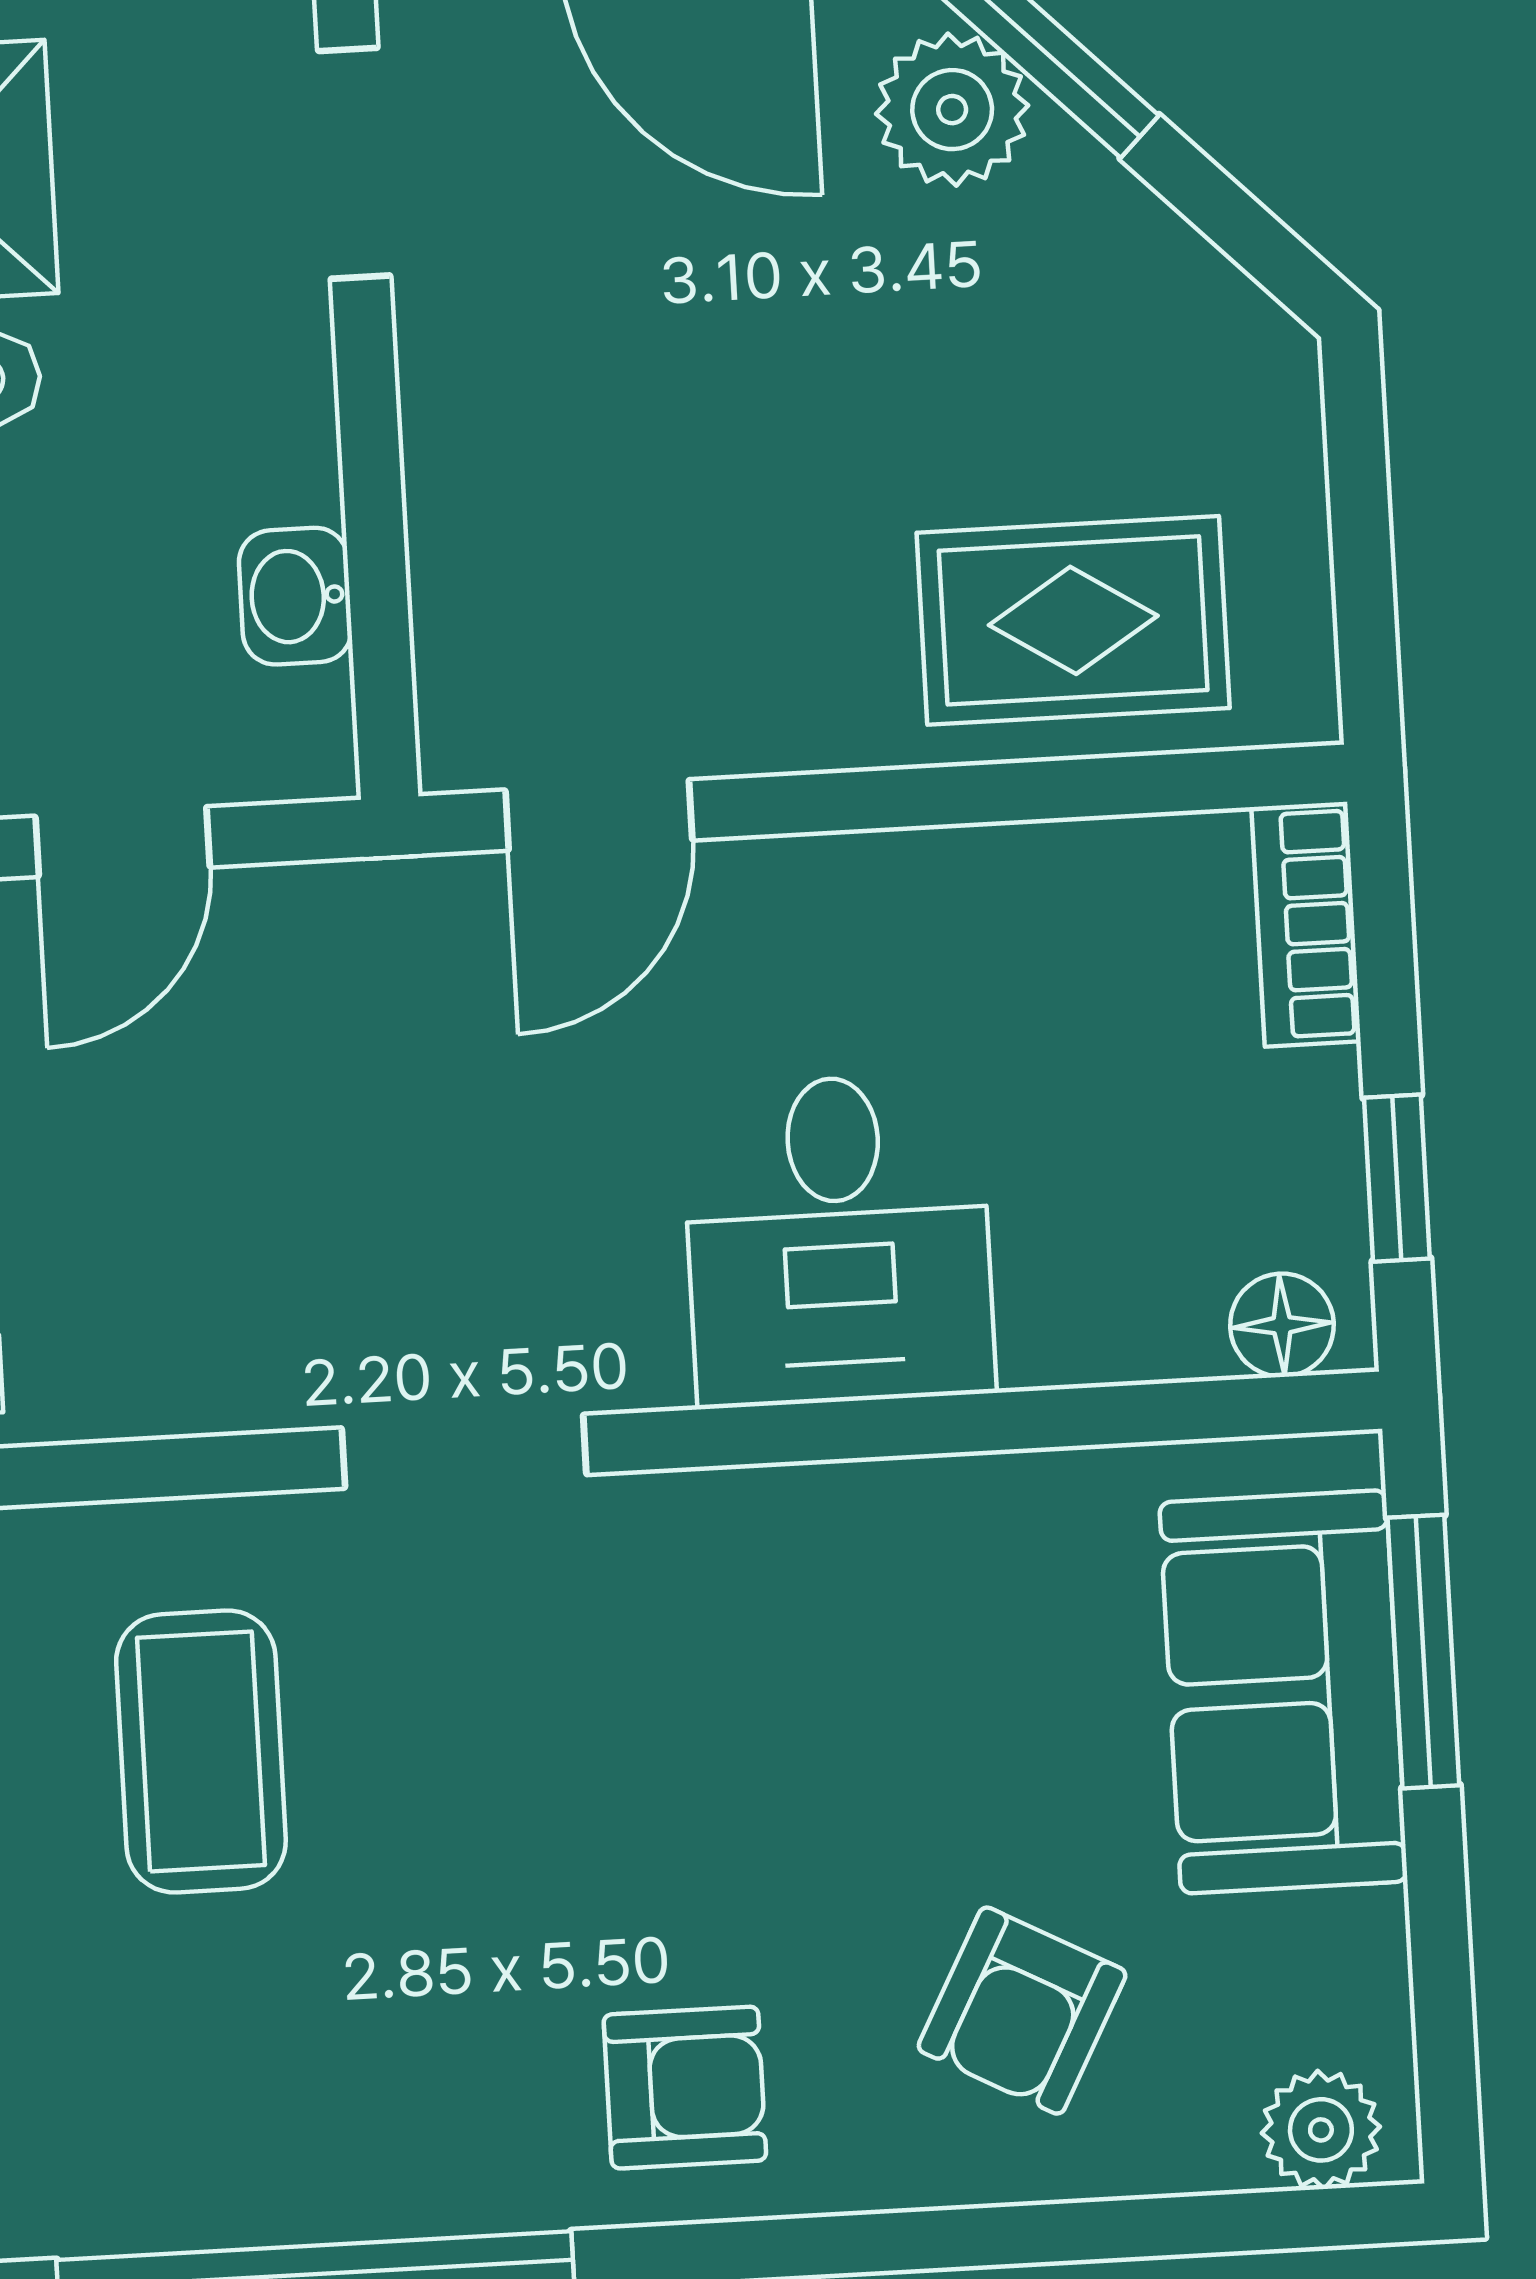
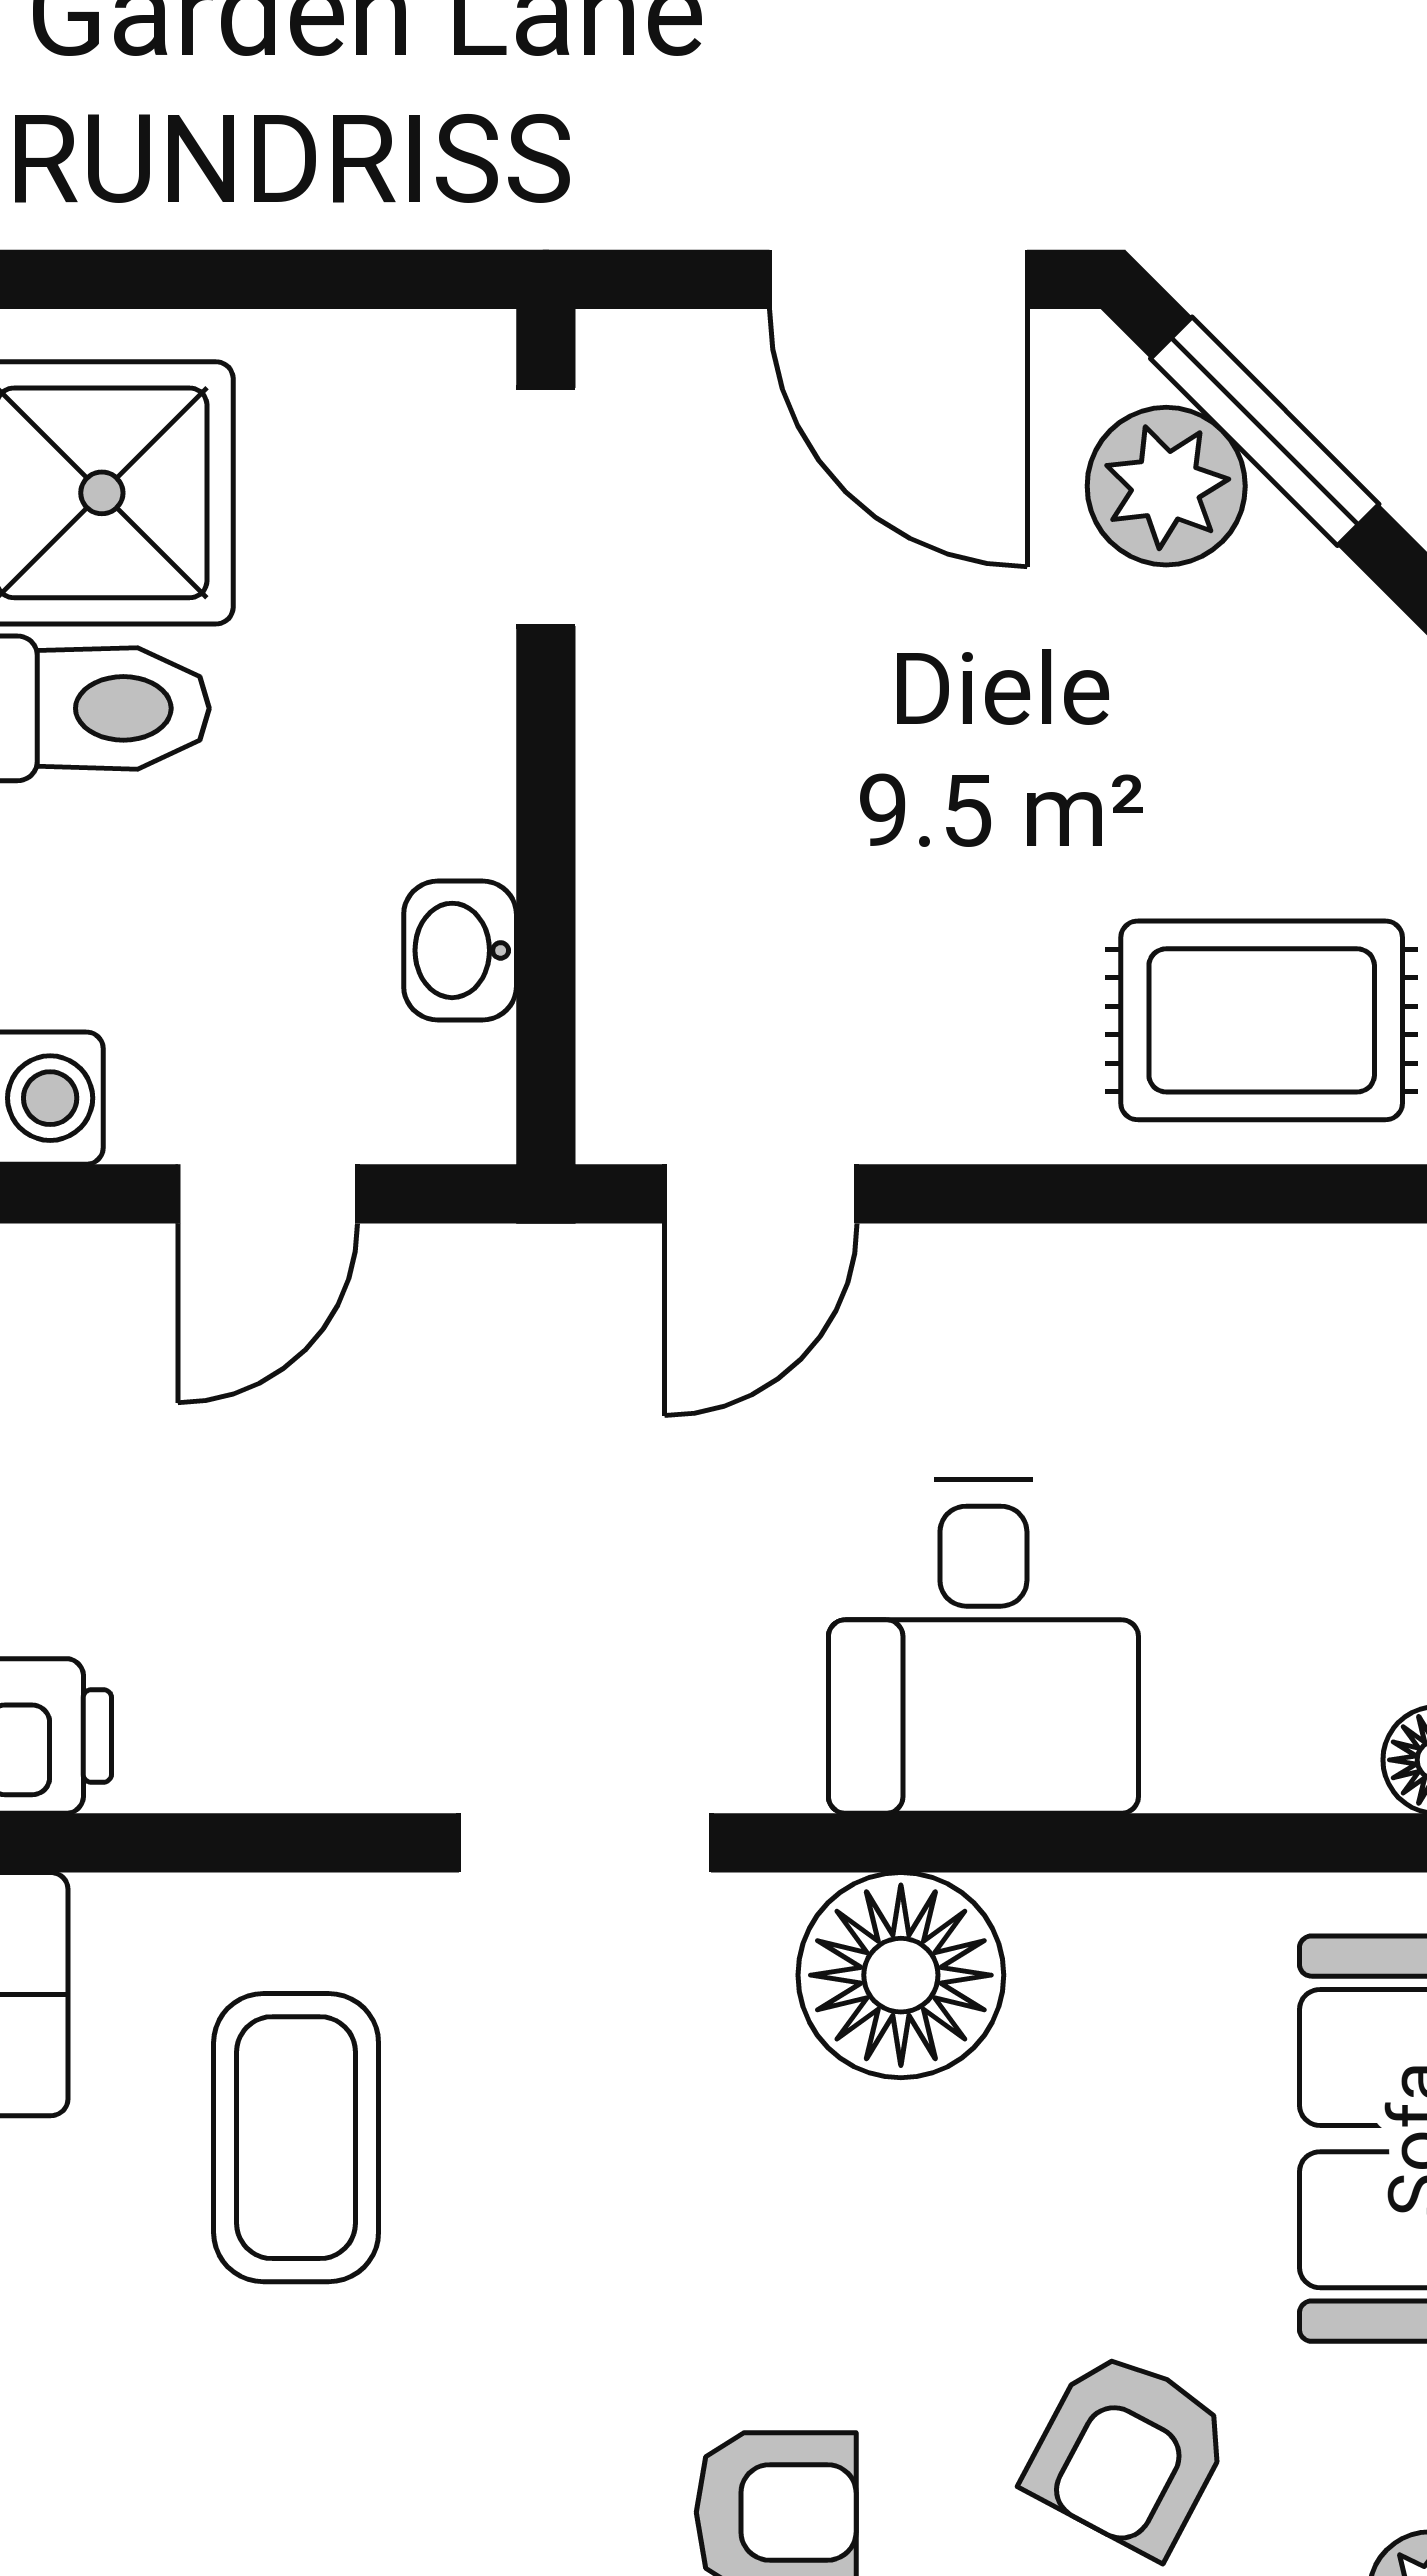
floor lamp: (776, 1562) -> (901, 1975), added

